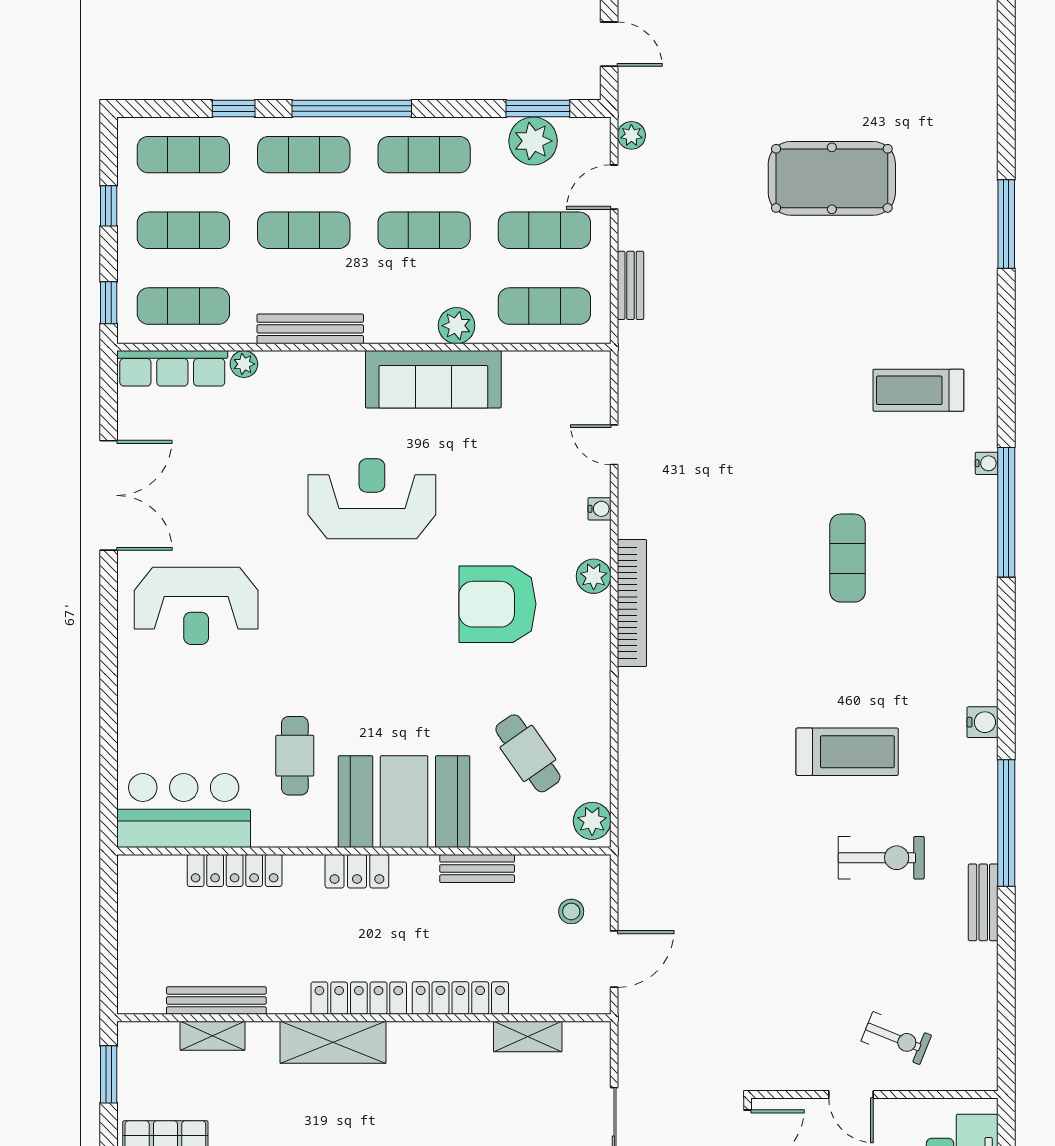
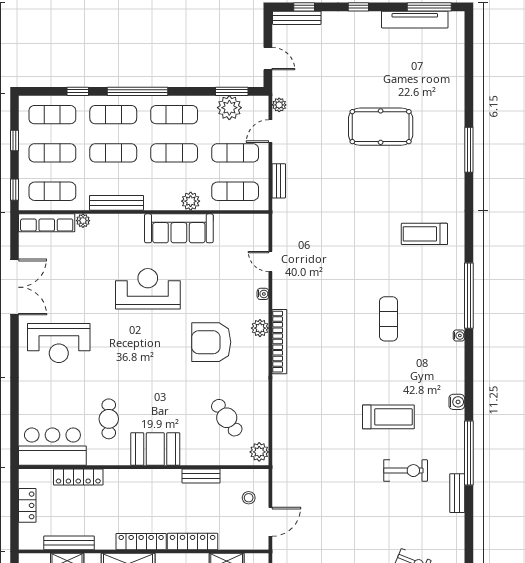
water cooler: (987, 463) -> (459, 336), moved
booth: (404, 802) -> (155, 449), width x0.73, depth x0.70
locker: (357, 871) -> (27, 505), moved, turned -90

